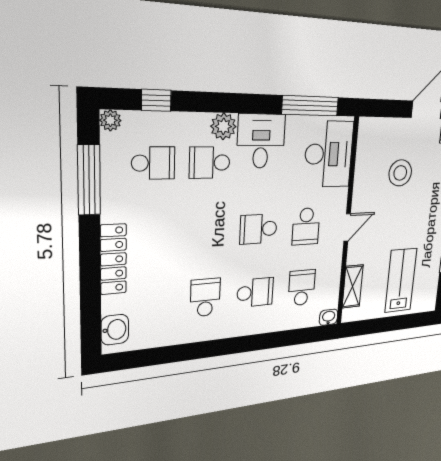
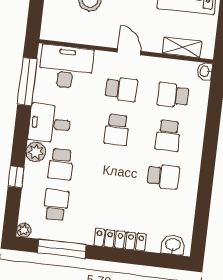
window: (156, 100) -> (16, 177), moved
school desk: (255, 292) -> (168, 136), turned 180
school desk: (205, 298) -> (163, 176), turned 180

